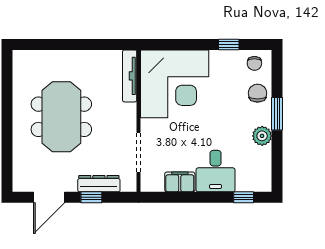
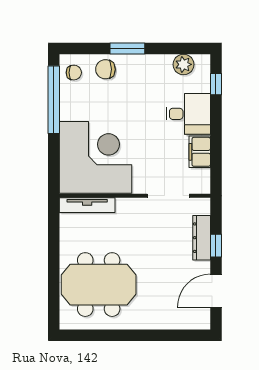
window: (229, 44) -> (54, 100), width x3.17
meeting table: (61, 117) -> (99, 285), moved
plant: (262, 136) -> (183, 64), moved
door: (49, 197) -> (216, 291), swing flipped

